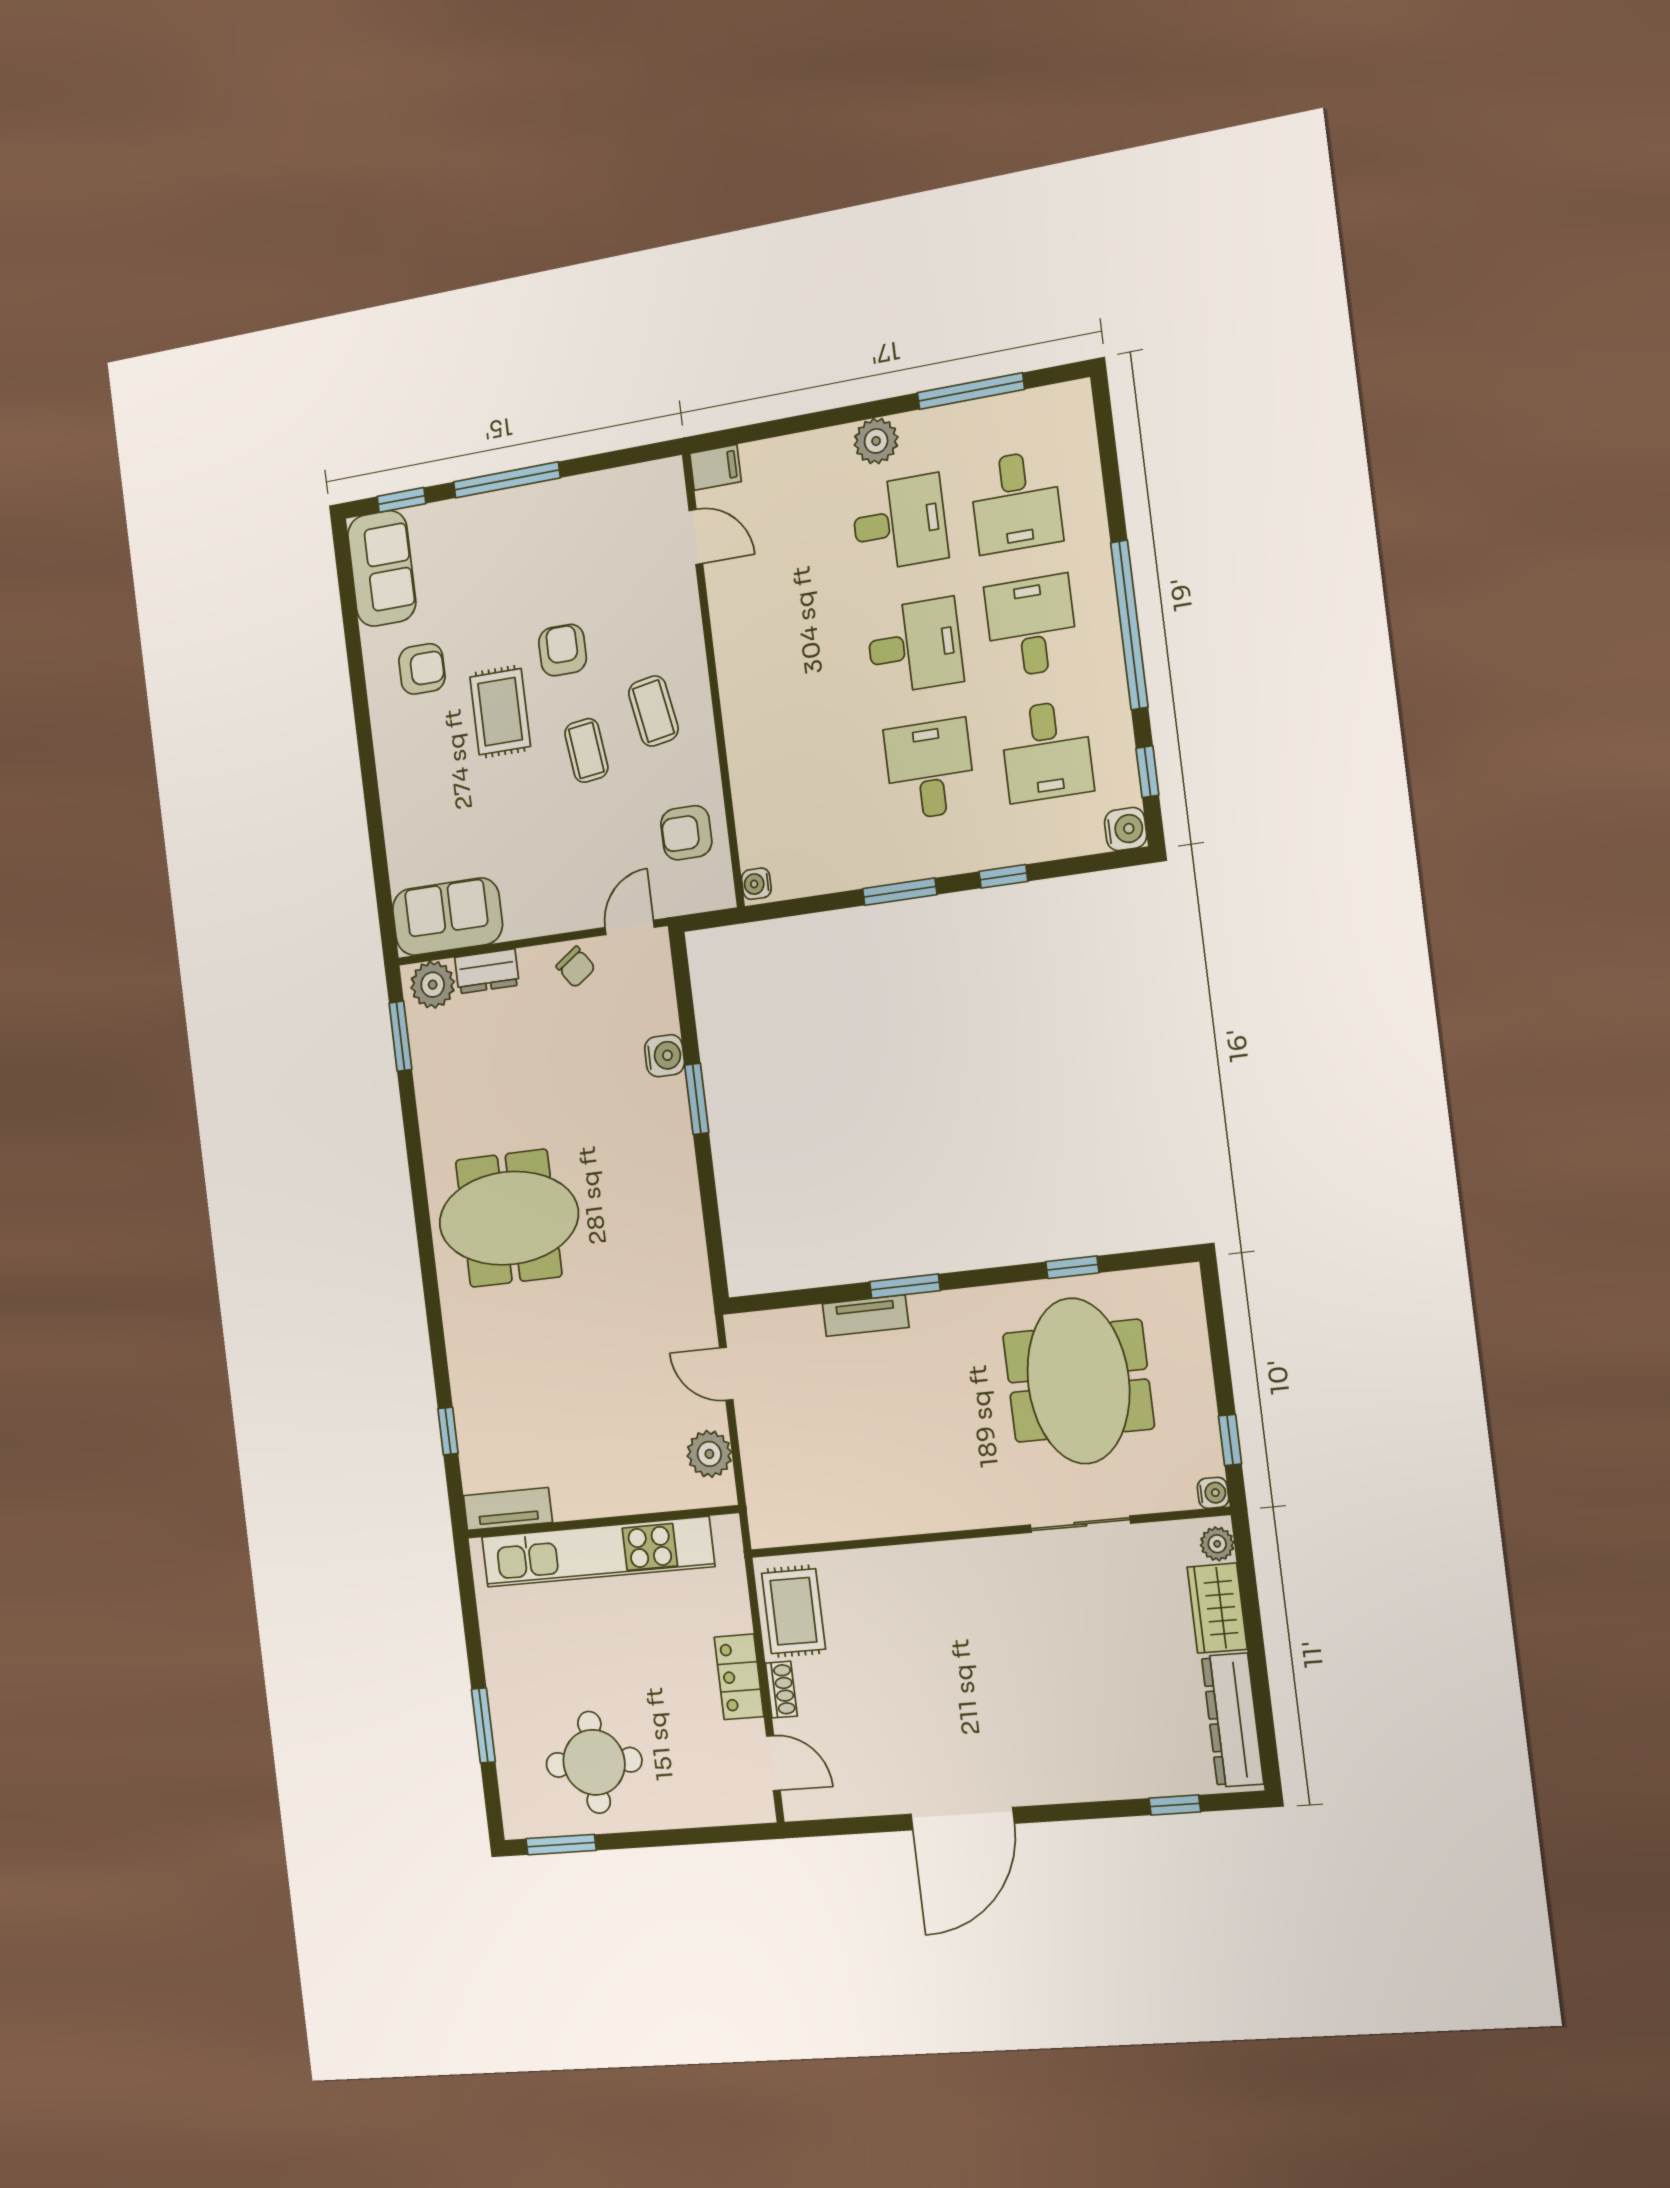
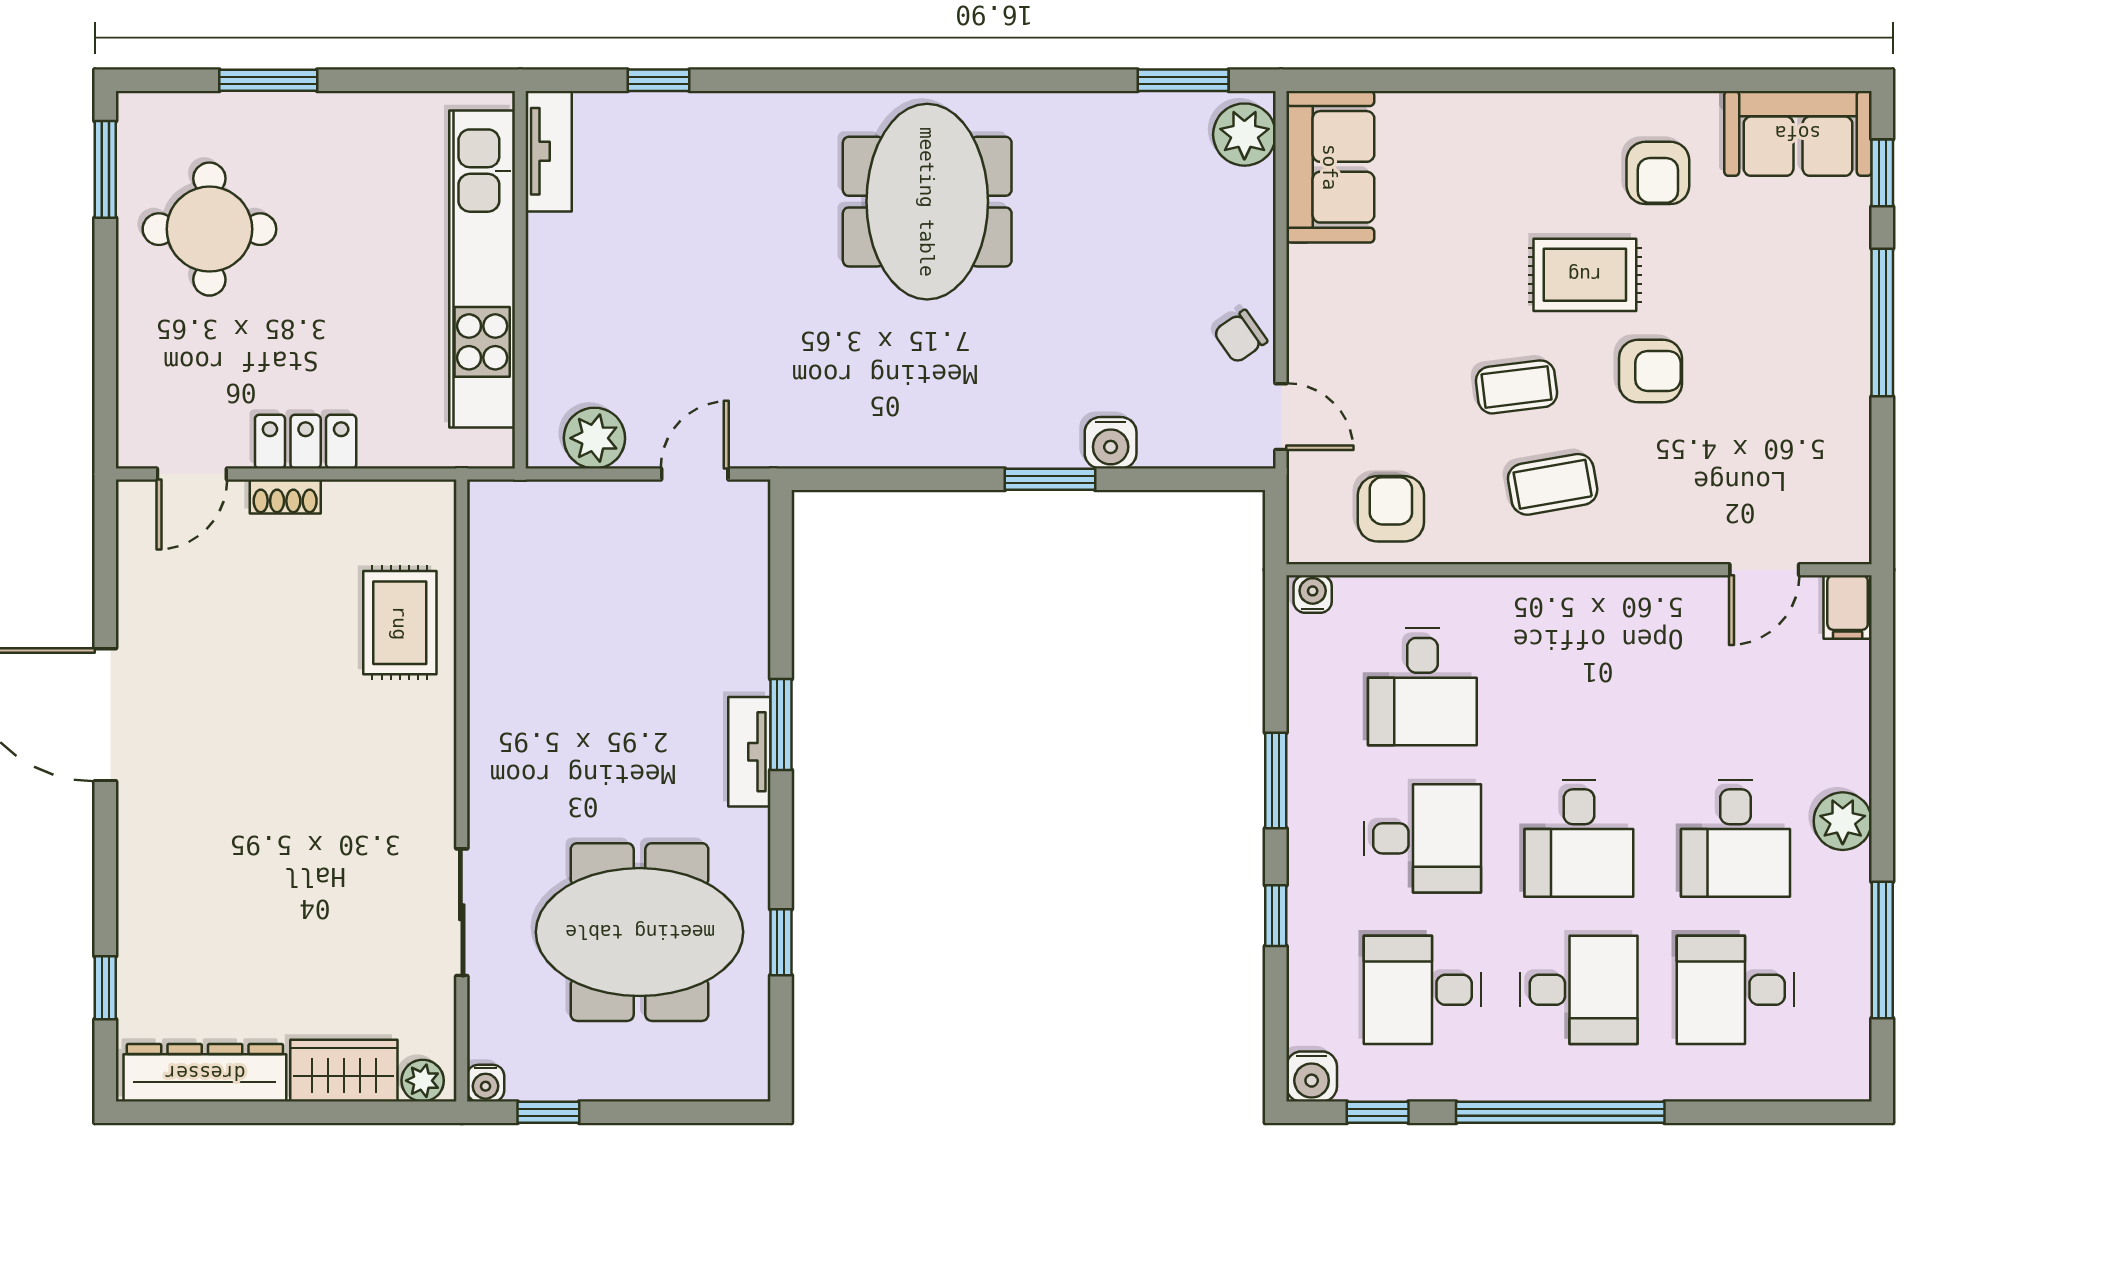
desk: (815, 788) -> (1422, 687), added
dresser: (487, 971) -> (1252, 213), removed
tv unit: (866, 1316) -> (749, 752), moved
rug: (793, 1611) -> (400, 623), moved, turned 90

